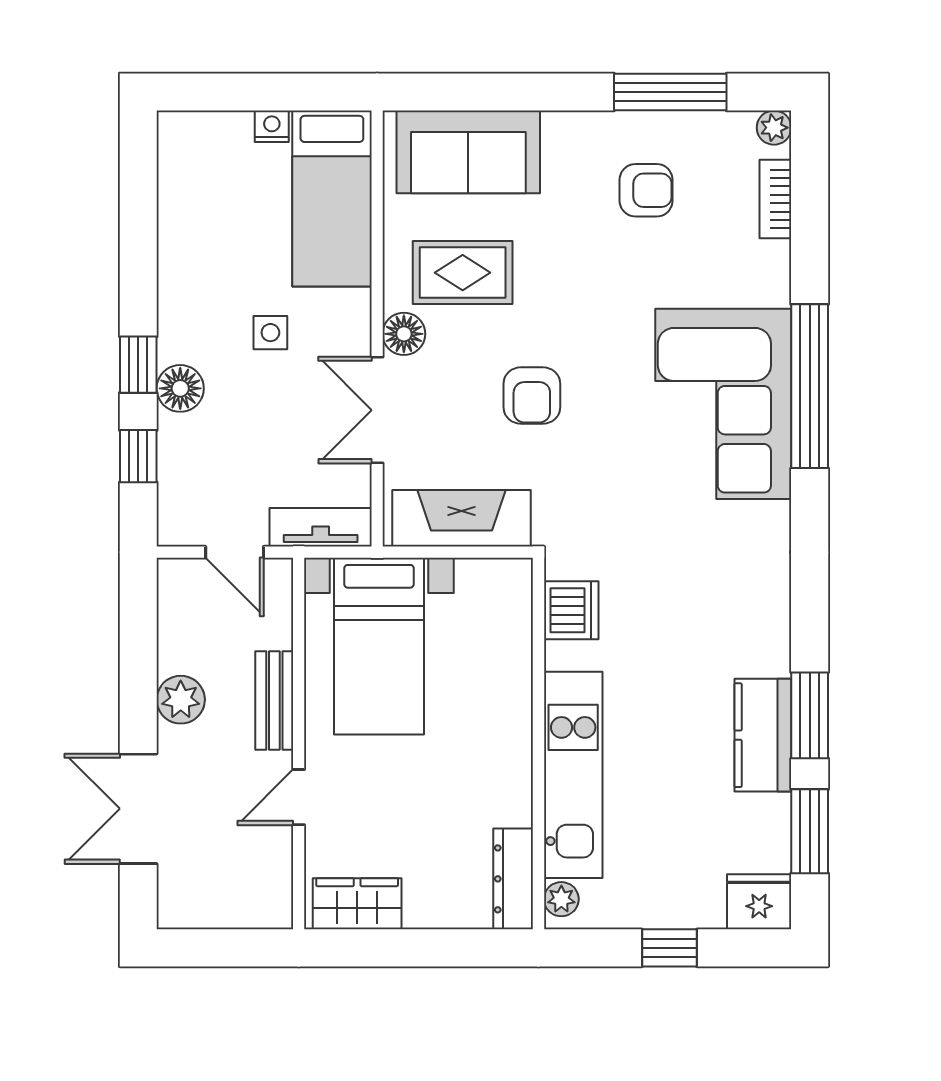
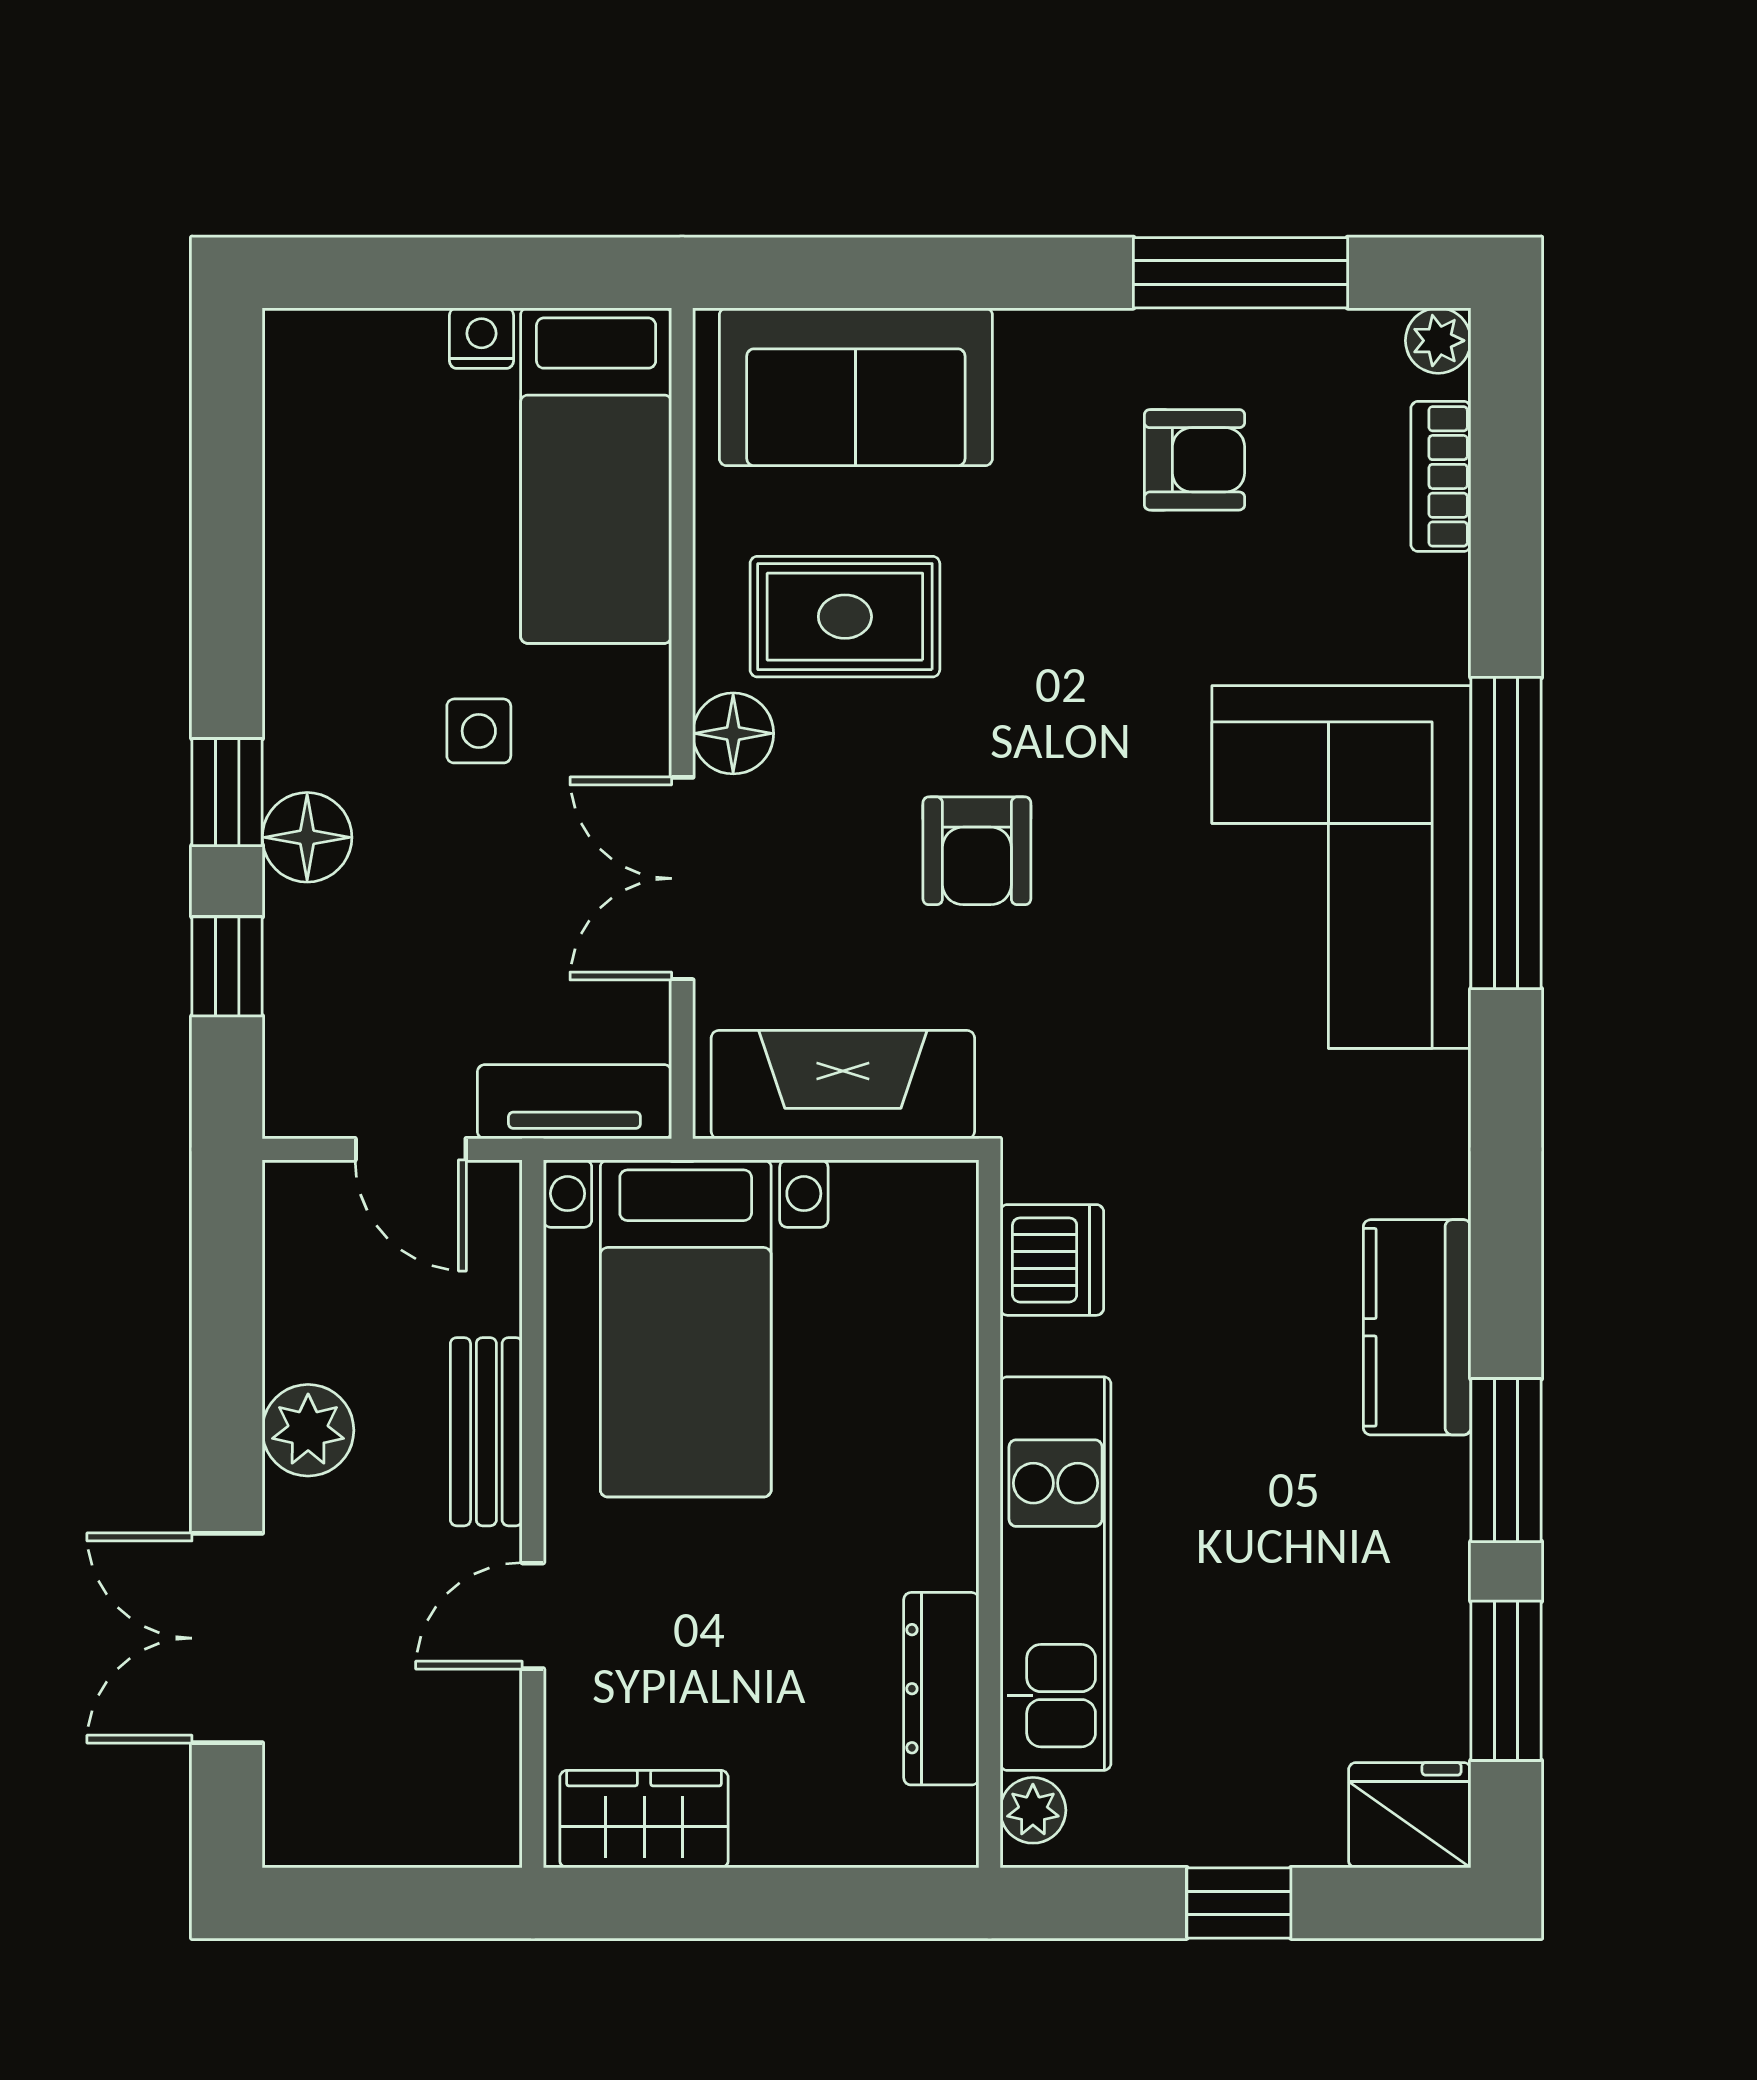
kitchen counter: (763, 735) -> (1417, 1327), moved
dresser: (513, 879) -> (941, 1689), moved

